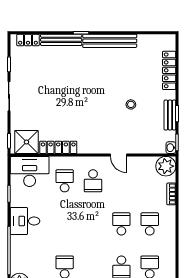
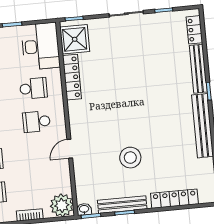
stool: (131, 104) -> (130, 158), width x1.89, depth x1.89
bench: (170, 115) -> (122, 205), width x1.36

